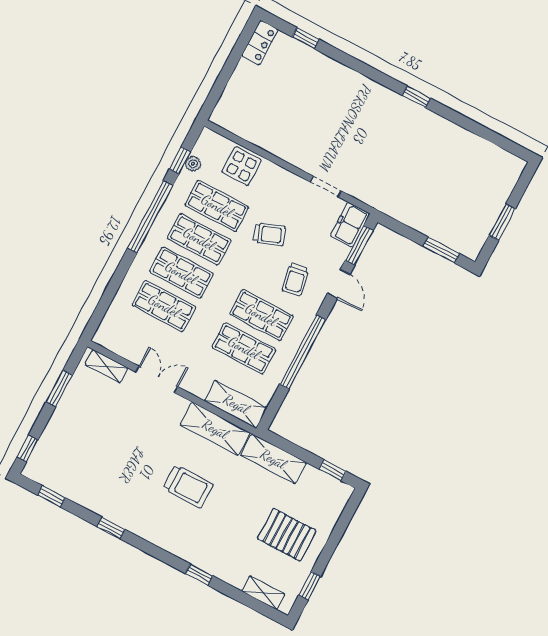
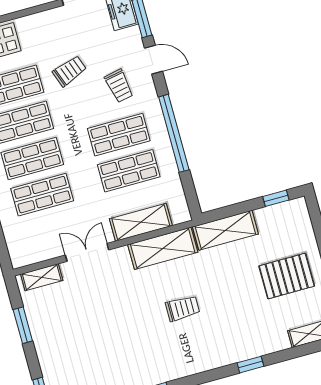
shelving: (236, 404) -> (141, 222), moved
trolley: (188, 486) -> (183, 308), width x0.73, depth x0.72

